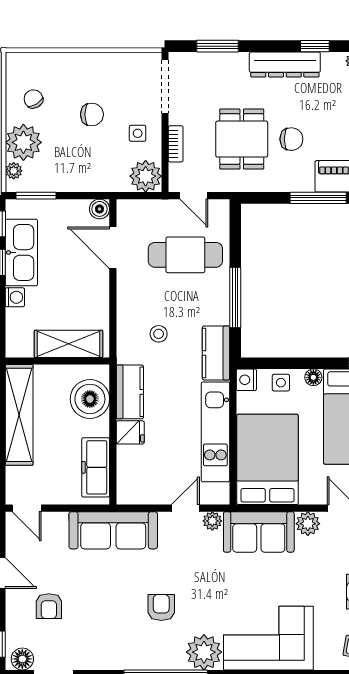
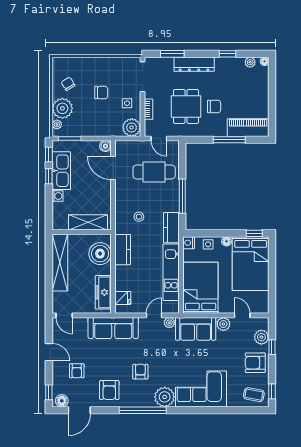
dresser: (285, 64) -> (194, 64), moved
fridge: (130, 432) -> (123, 298), moved
armchair: (106, 640) -> (109, 390), added

